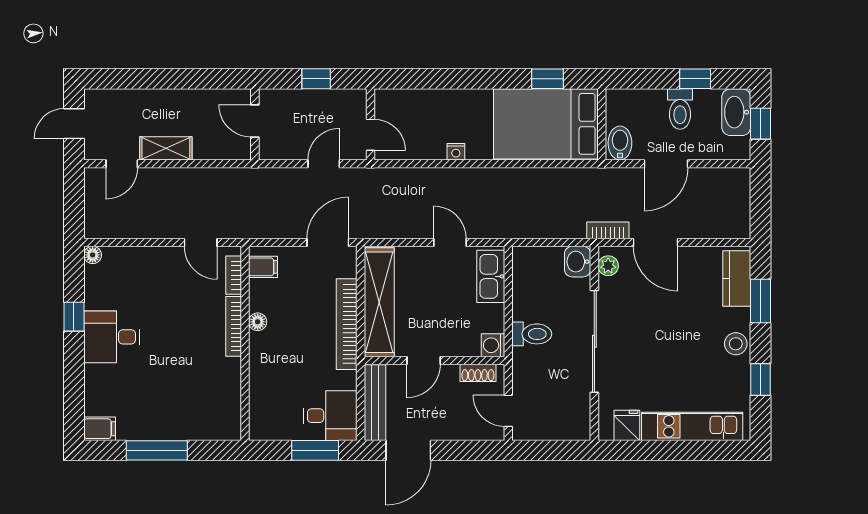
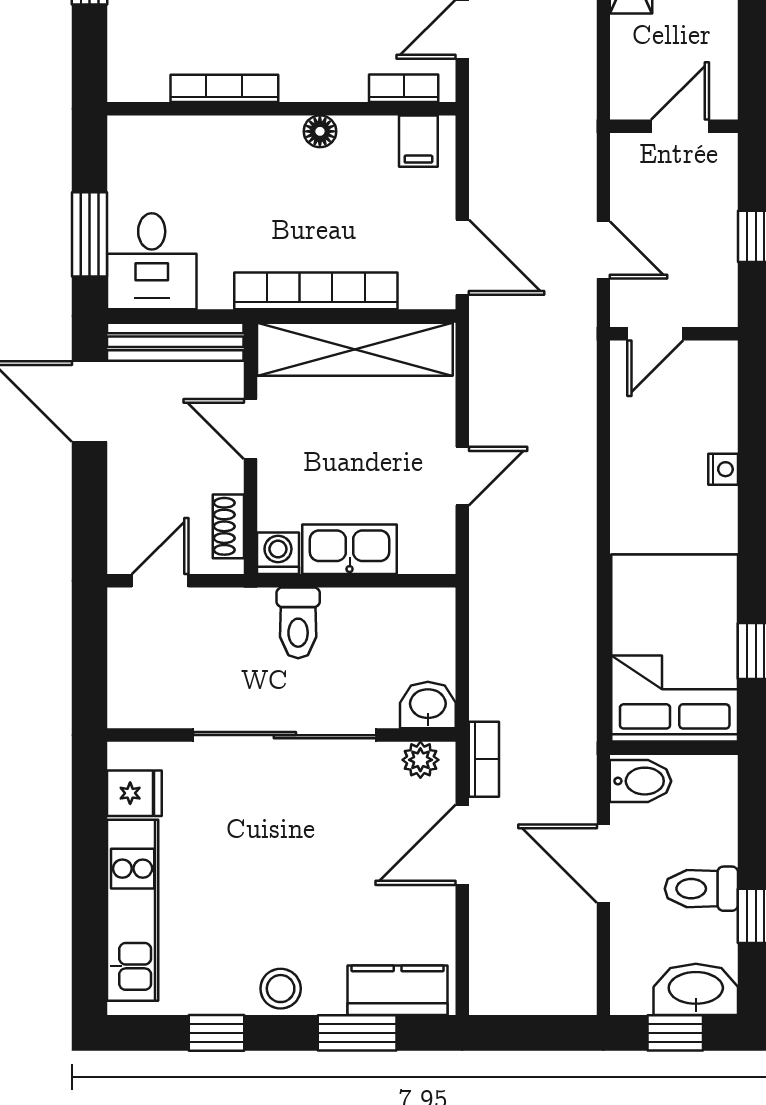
nightstand: (456, 152) -> (723, 469), moved, turned 180
kitchen sink: (491, 276) -> (350, 549), moved
bookcase: (234, 326) -> (224, 88), moved

